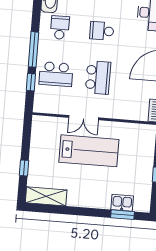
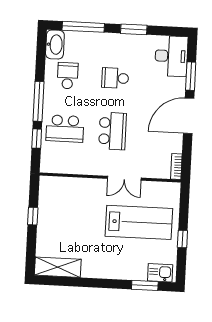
double door: (84, 118) -> (124, 178), moved
lab bench: (89, 151) -> (139, 222), moved
window: (24, 168) -> (33, 216), moved
kitchen sink: (122, 203) -> (160, 273), moved

